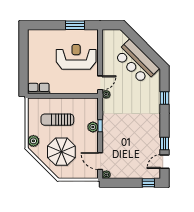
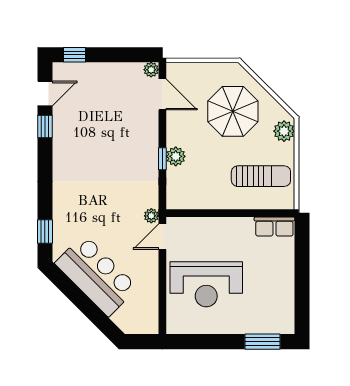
window: (75, 25) -> (262, 342), moved
window: (165, 98) -> (45, 232), moved
sun lounger: (57, 120) -> (261, 176), moved

